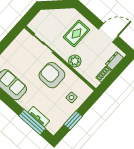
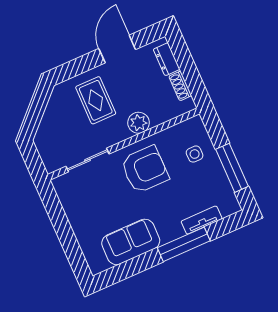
armchair: (52, 75) -> (145, 169), turned 180
window: (73, 120) -> (232, 168), width x1.44
window: (32, 122) -> (184, 244), moved

